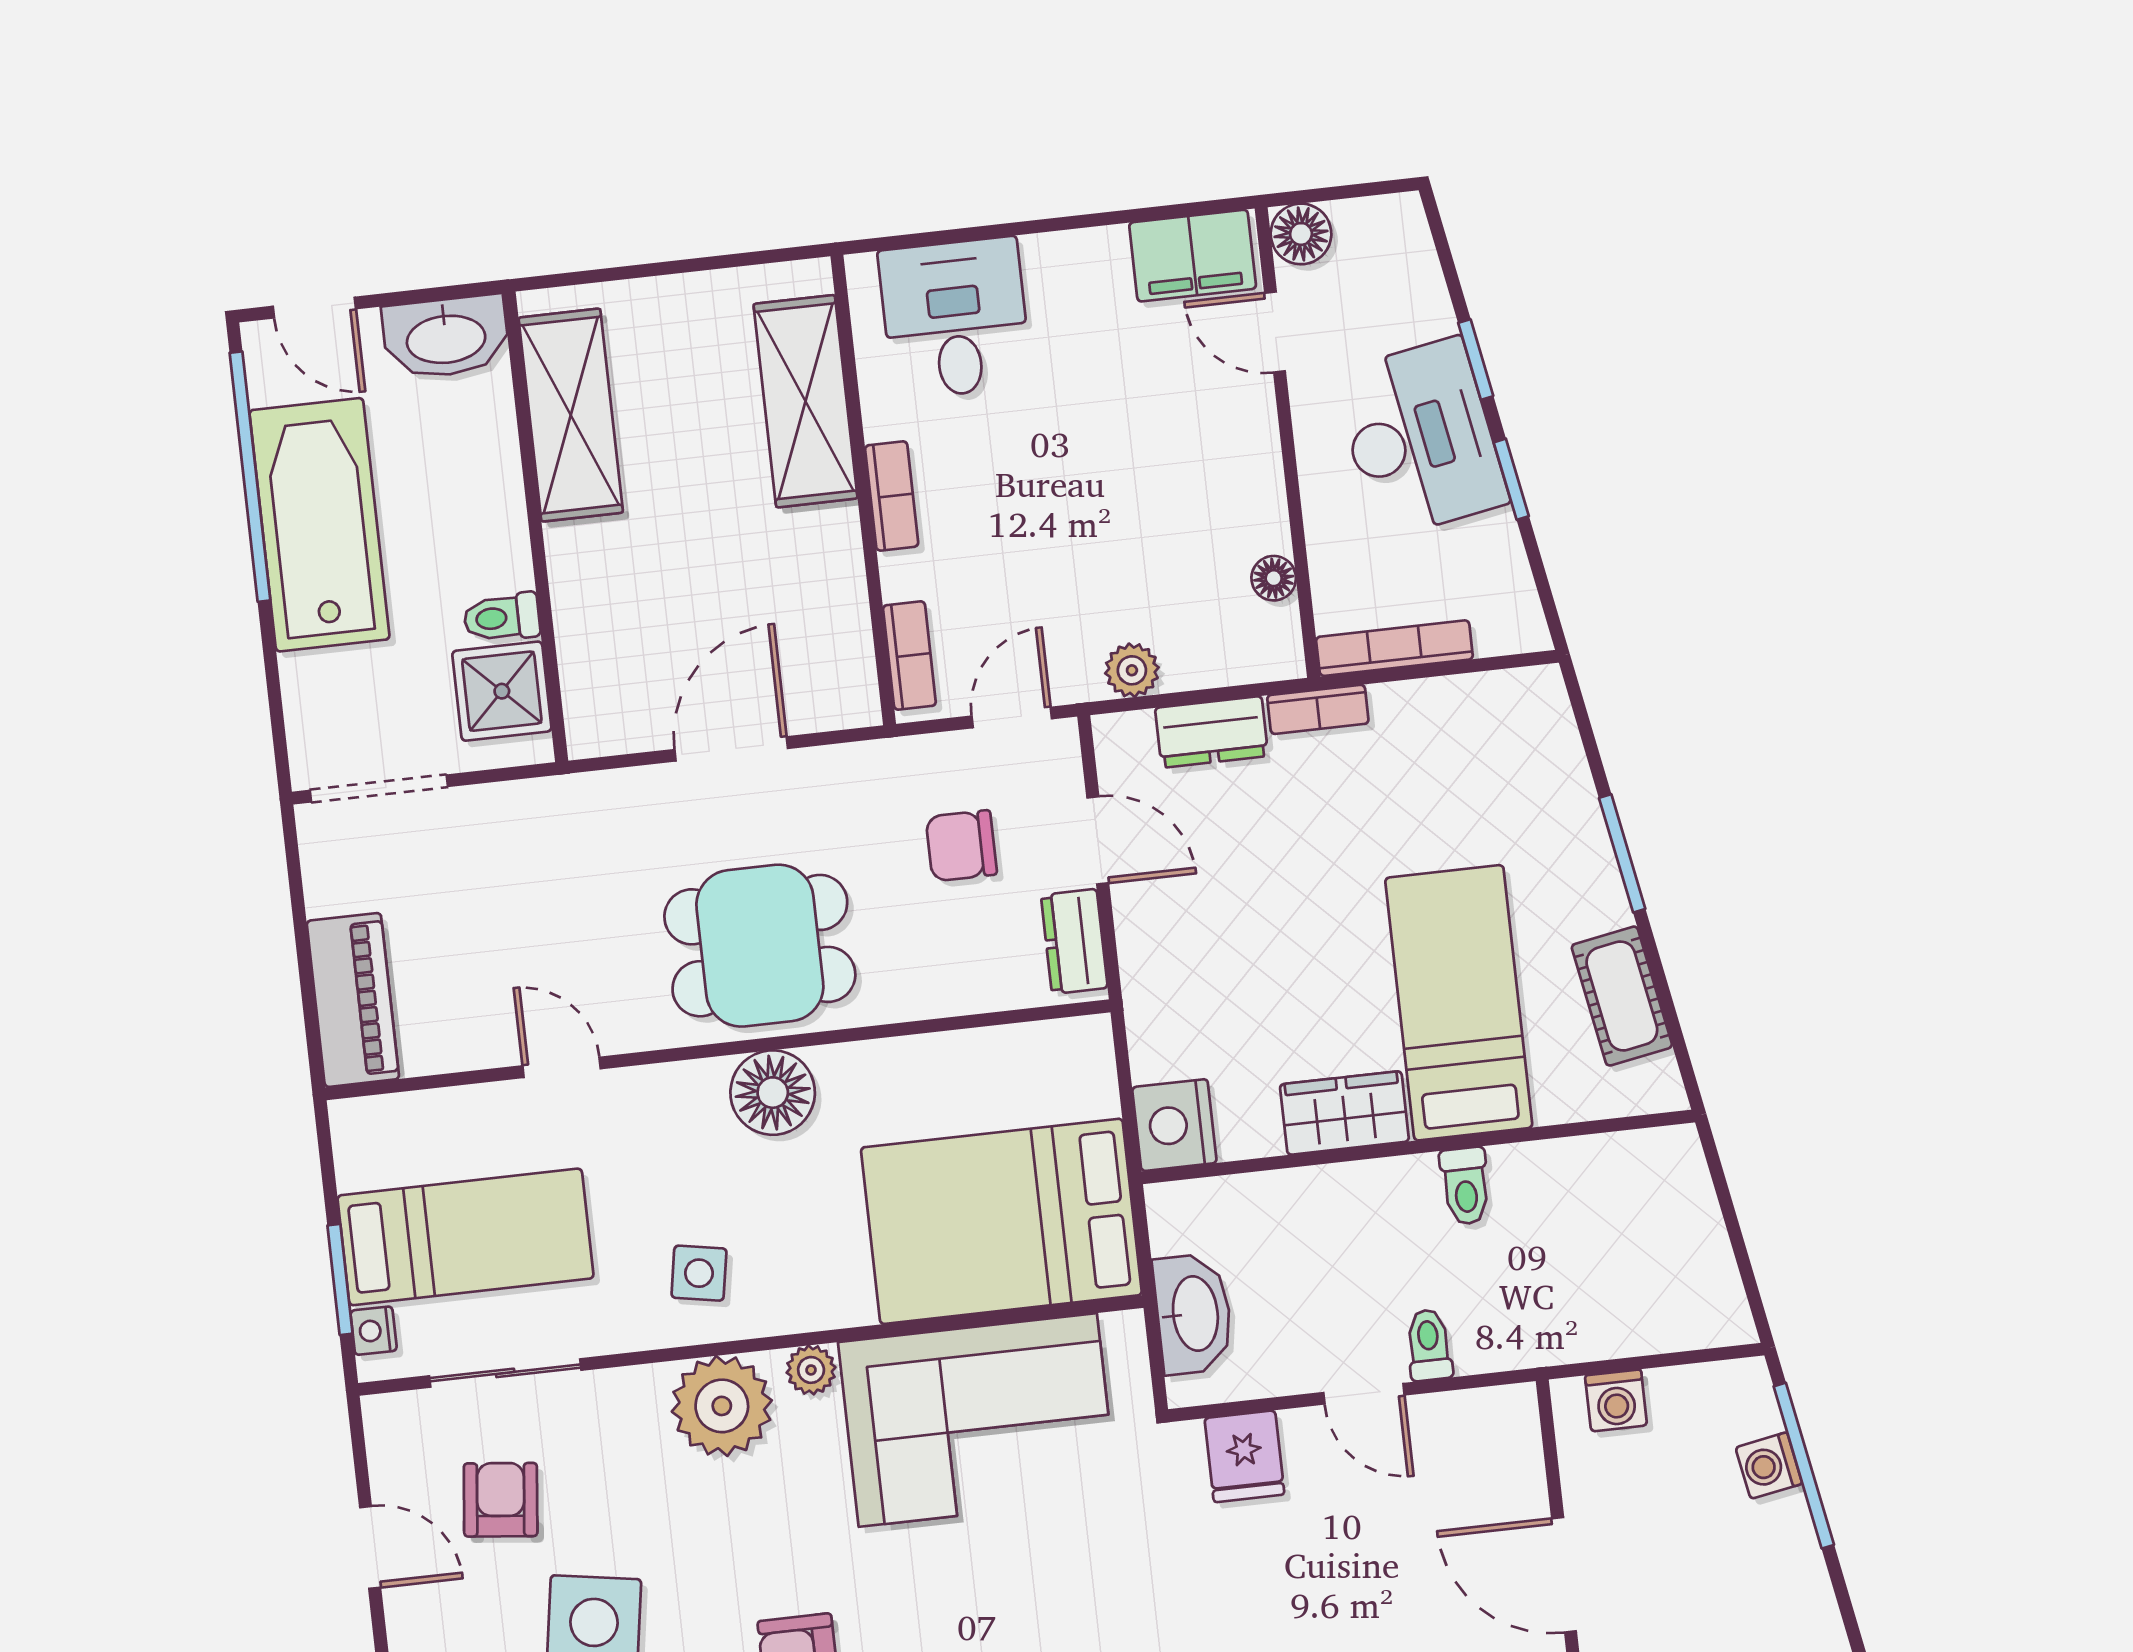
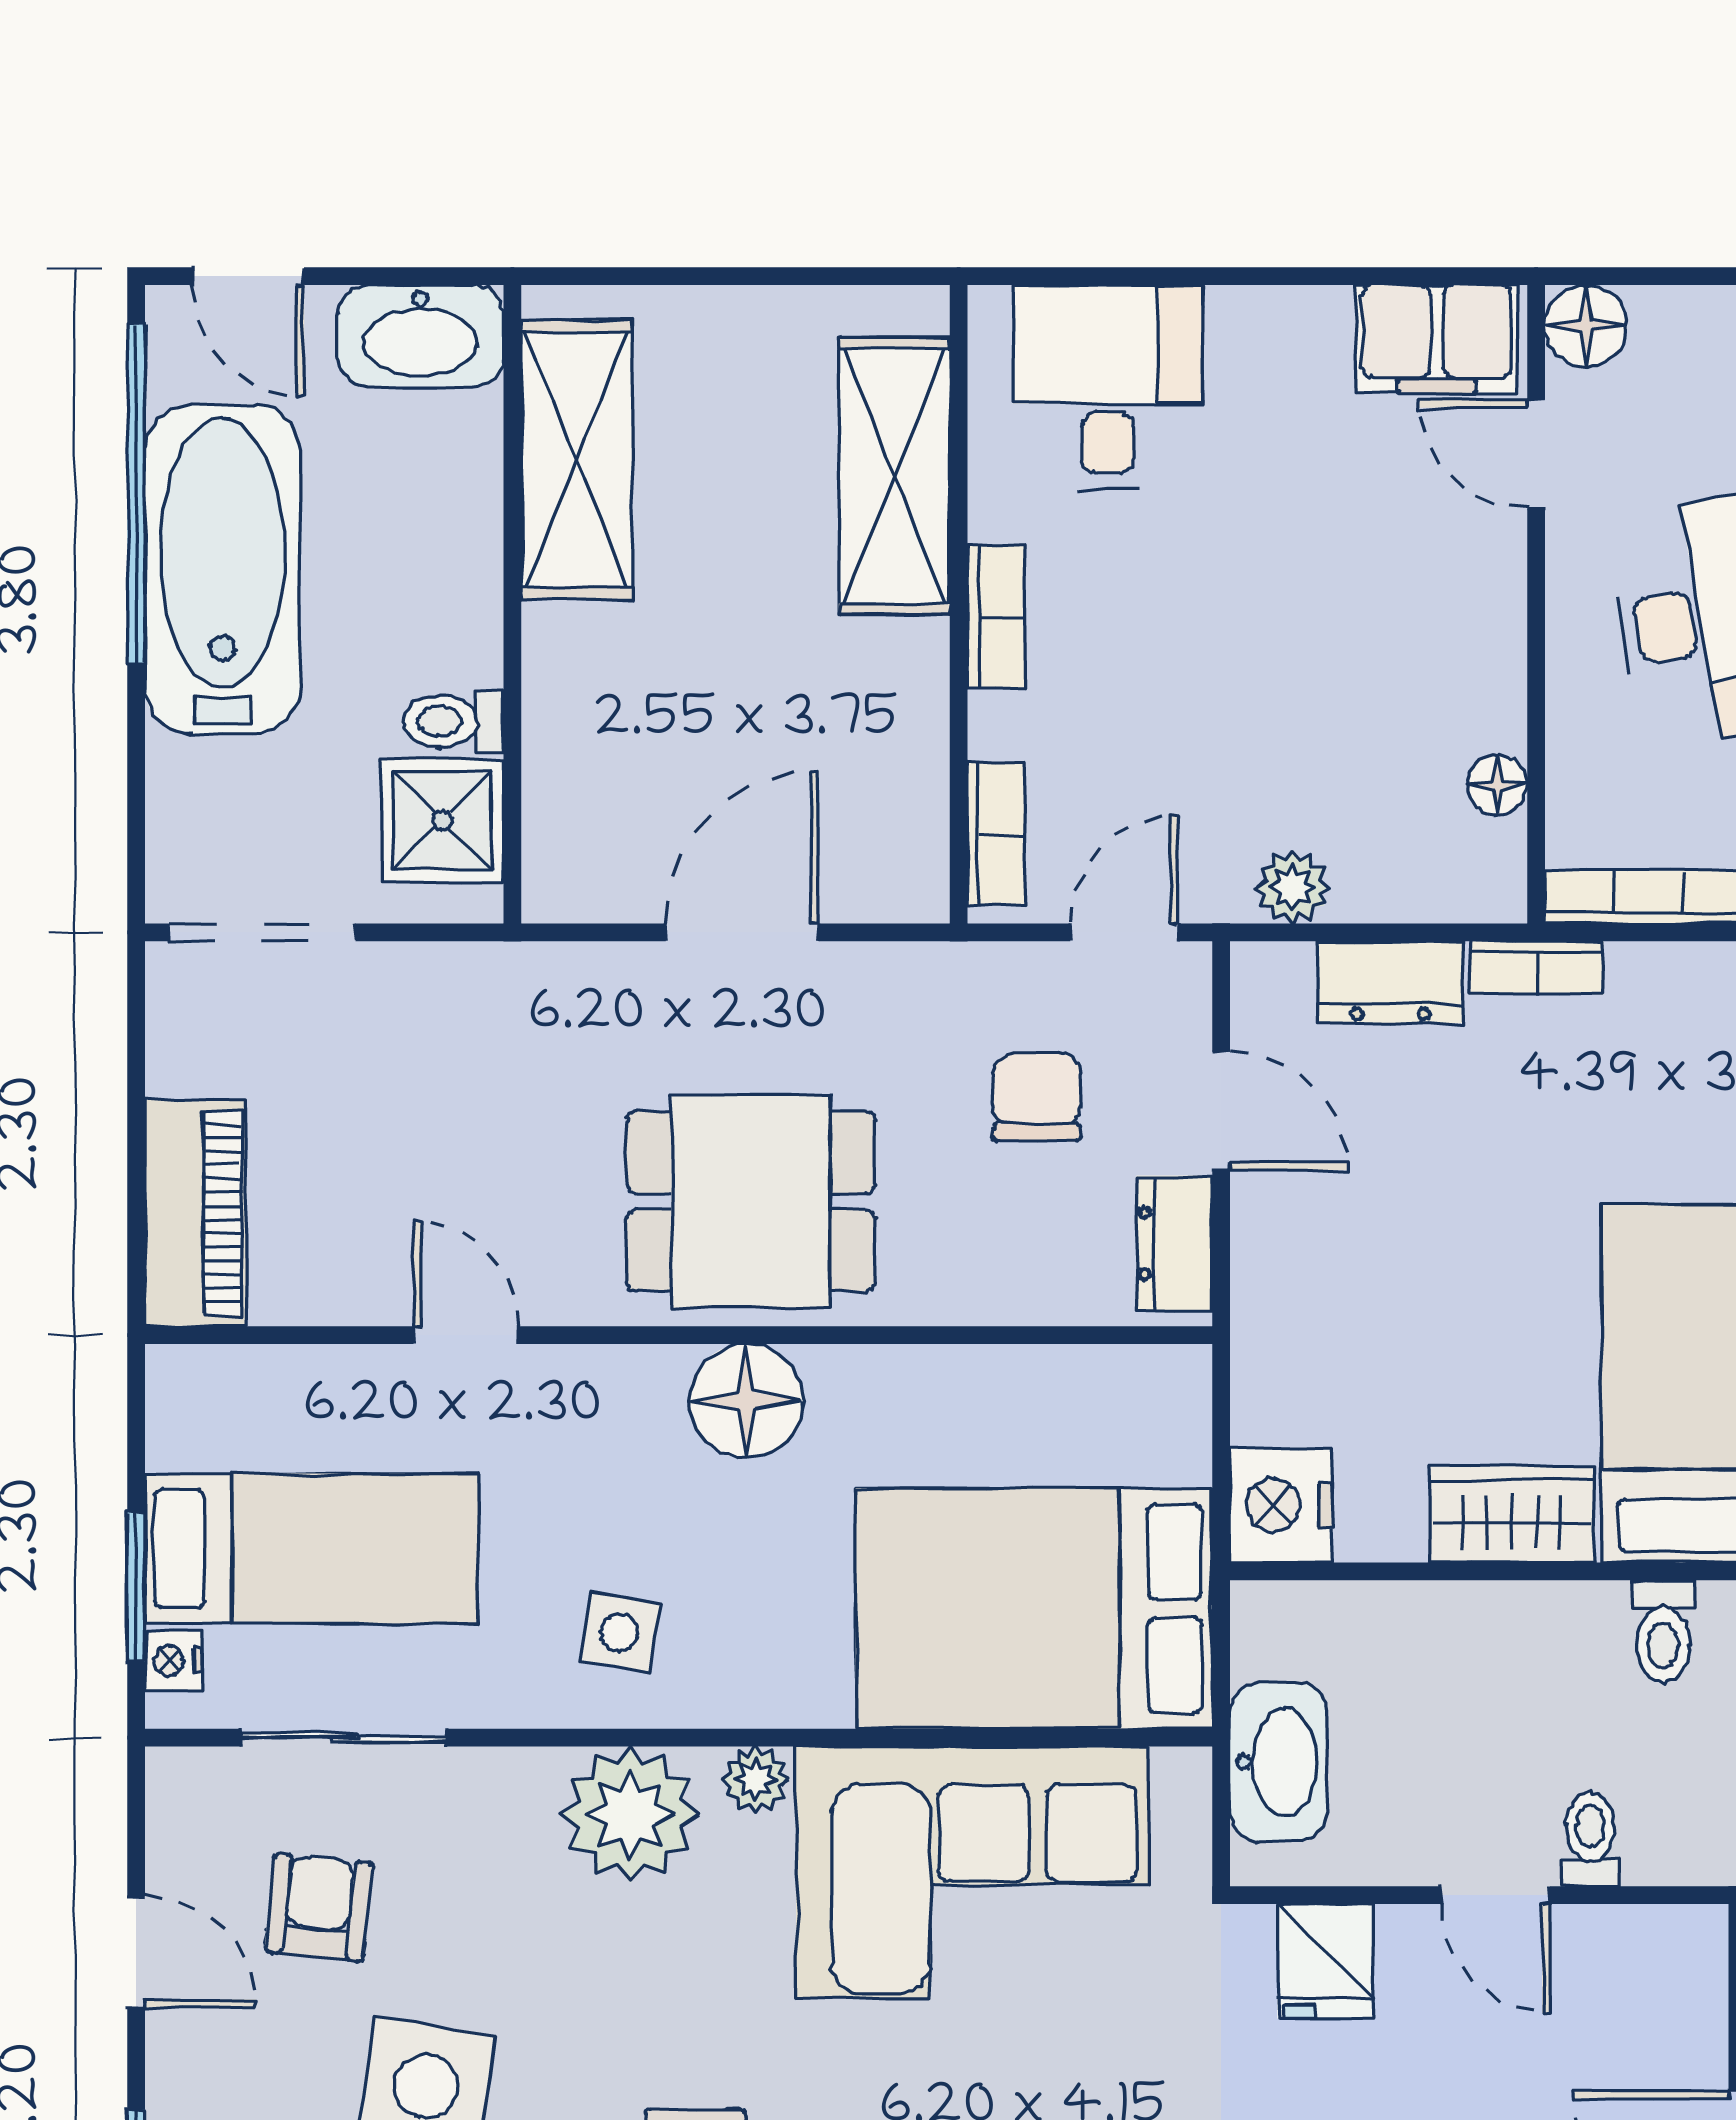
chair: (961, 846) -> (1037, 1097), turned 90

